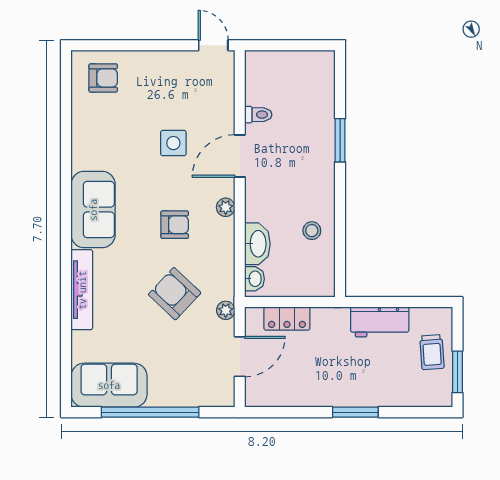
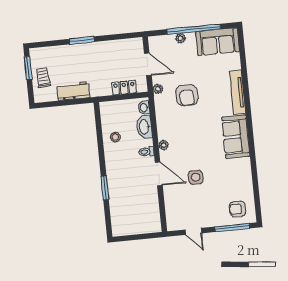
window: (116, 45) -> (232, 228), added
door: (213, 45) -> (193, 231), moved
toilet: (258, 115) -> (146, 152), moved
door: (240, 156) -> (159, 174), hinge flipped
armchair: (175, 225) -> (190, 133), removed
armchair: (175, 294) -> (187, 95), turned 47
door: (240, 357) -> (148, 64), swing flipped
plant: (176, 398) -> (181, 38), added

